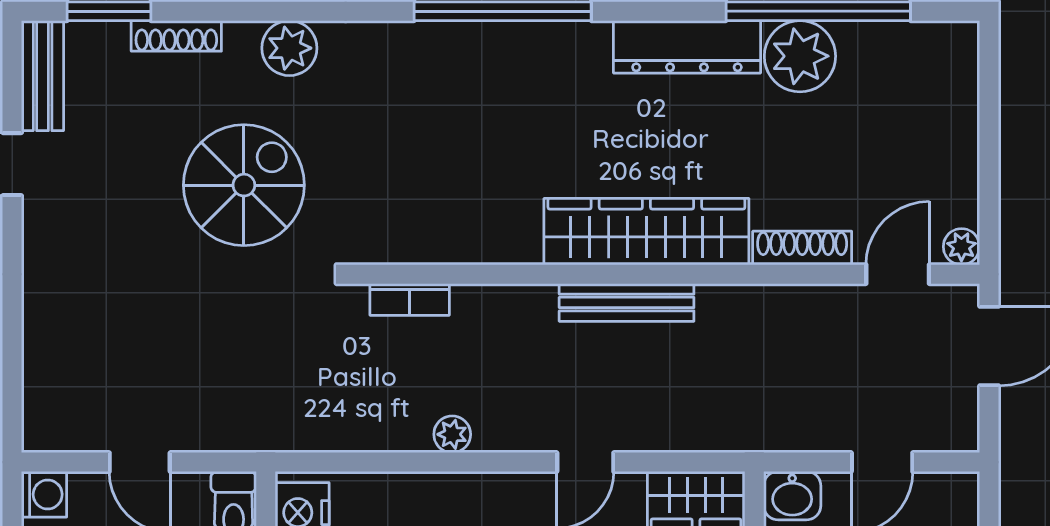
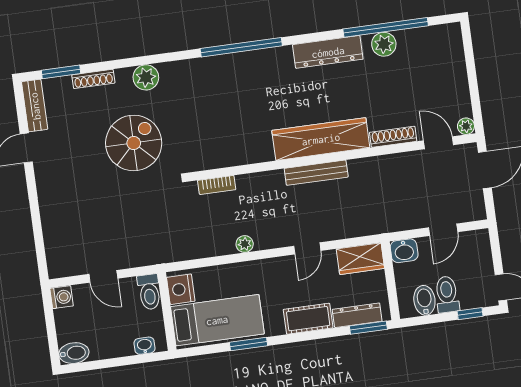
plant: (800, 56) -> (384, 44), width x0.73, depth x0.73
door: (898, 274) -> (438, 143), hinge flipped

